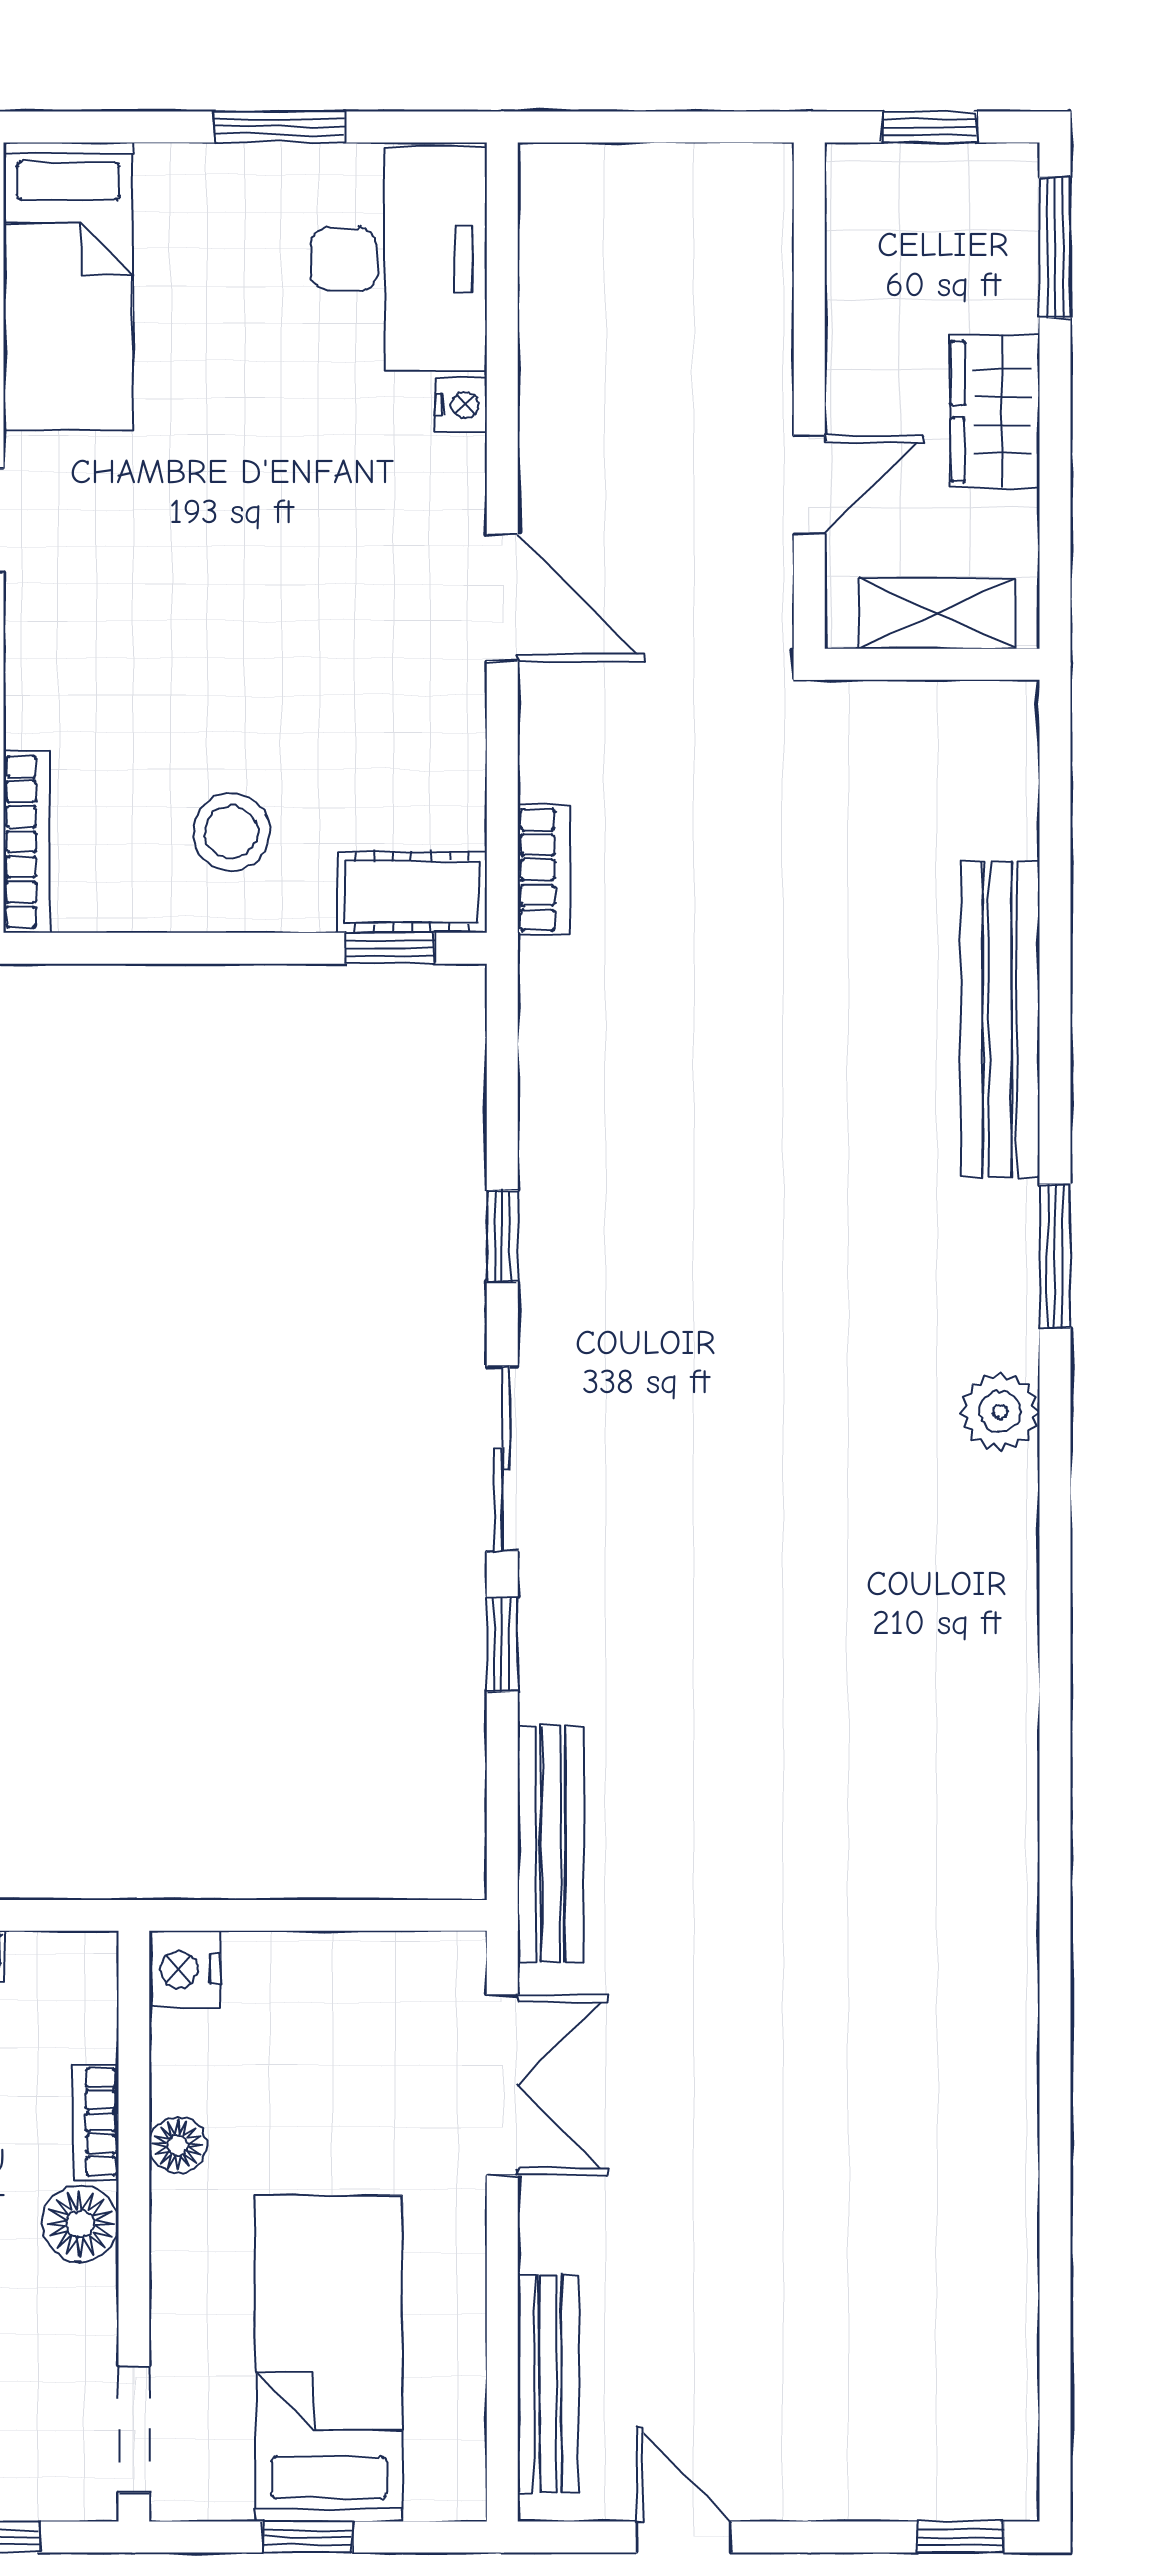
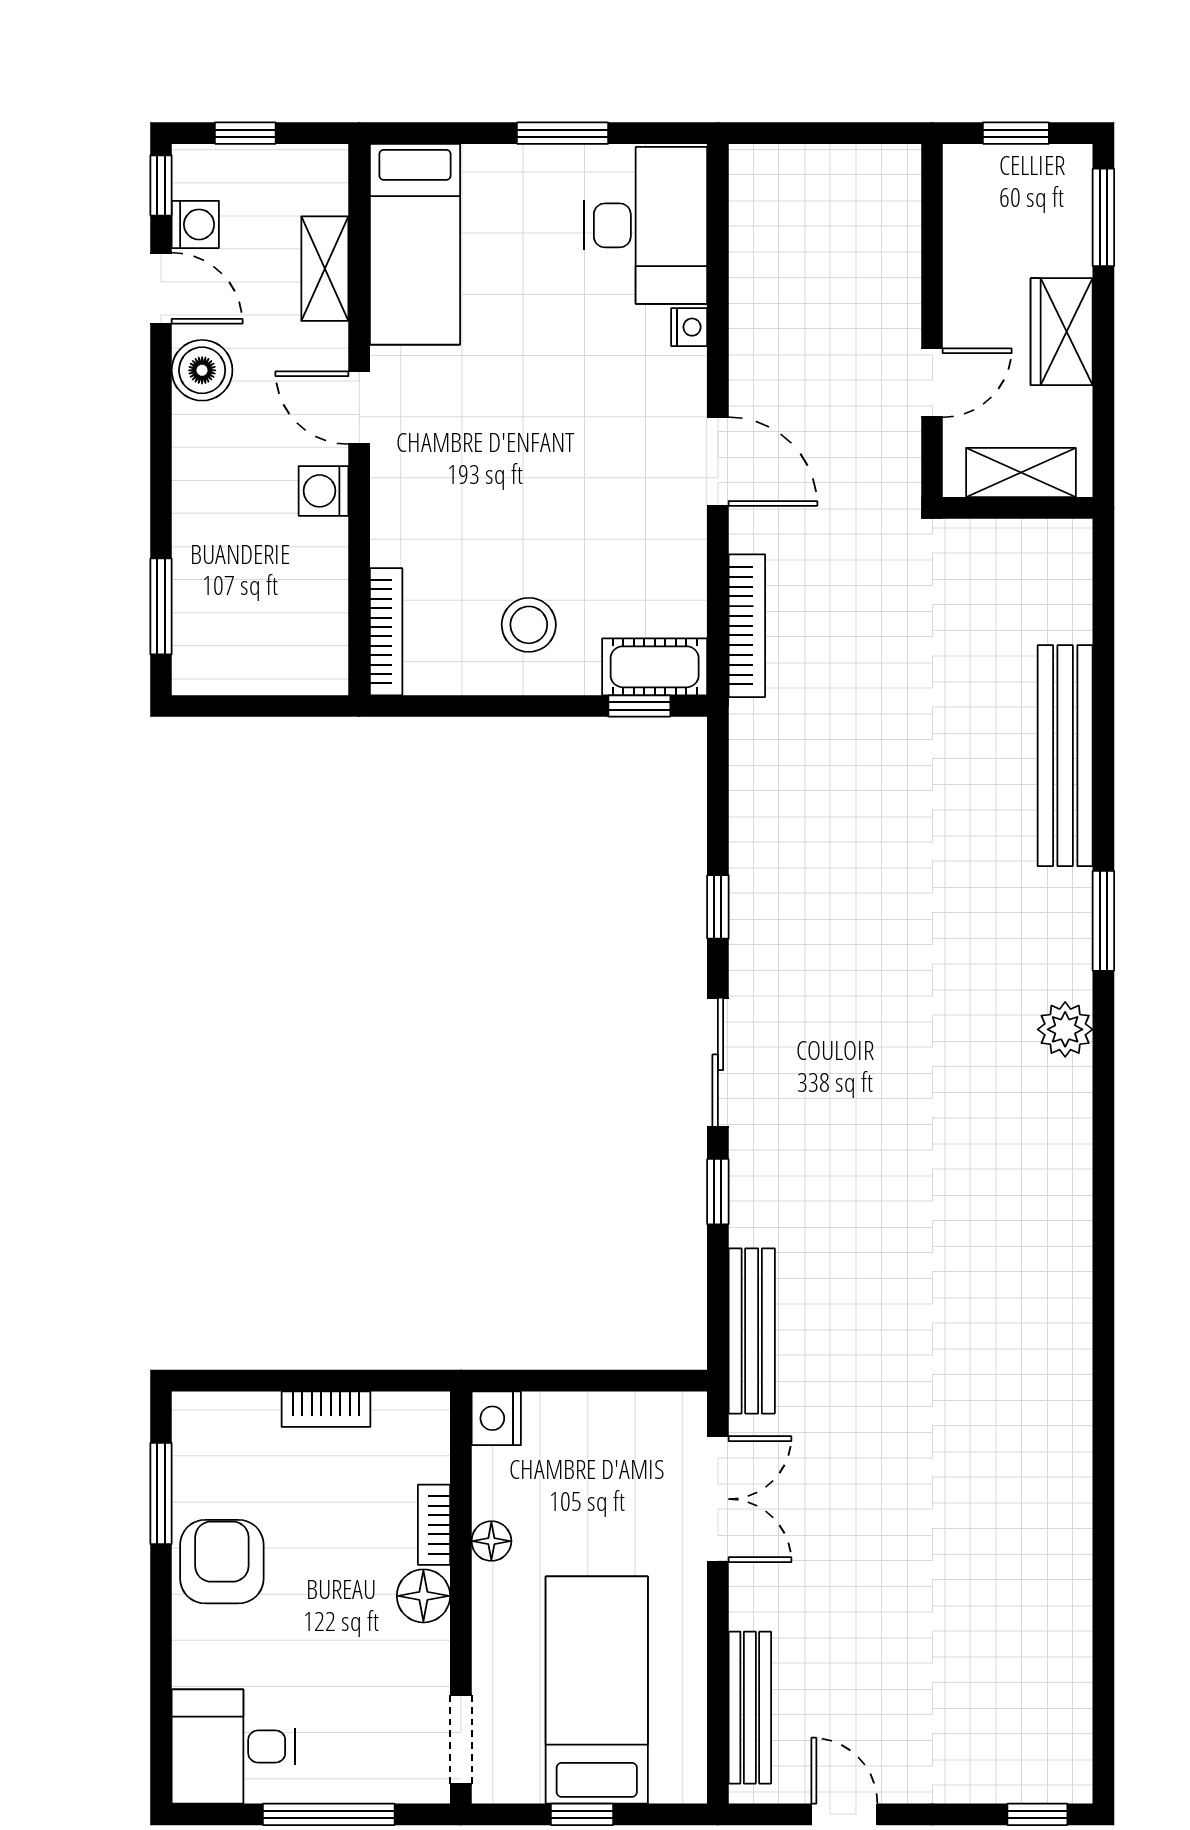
bookcase: (544, 870) -> (747, 626), width x1.56

